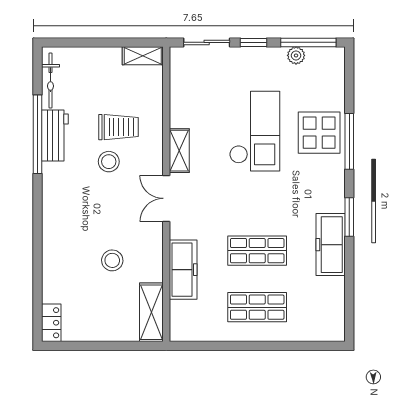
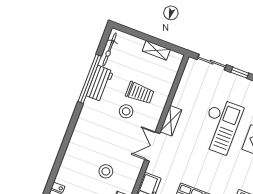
shelving: (143, 56) -> (156, 50), moved

